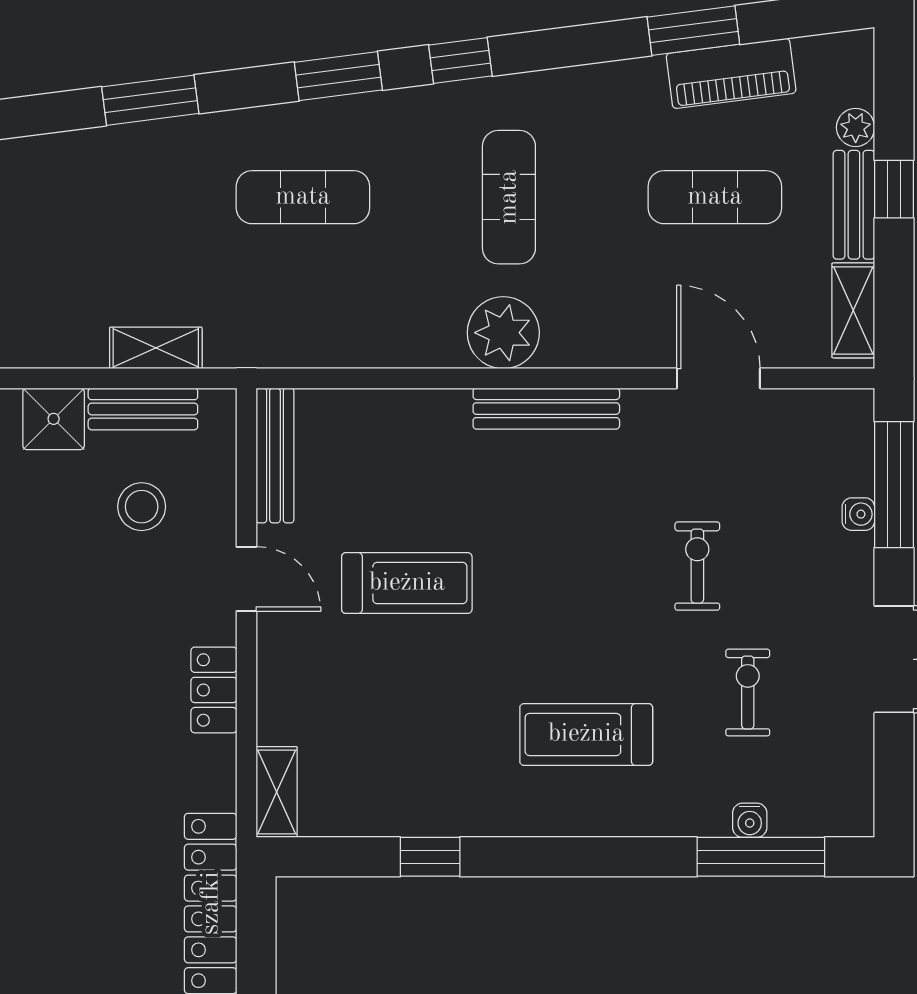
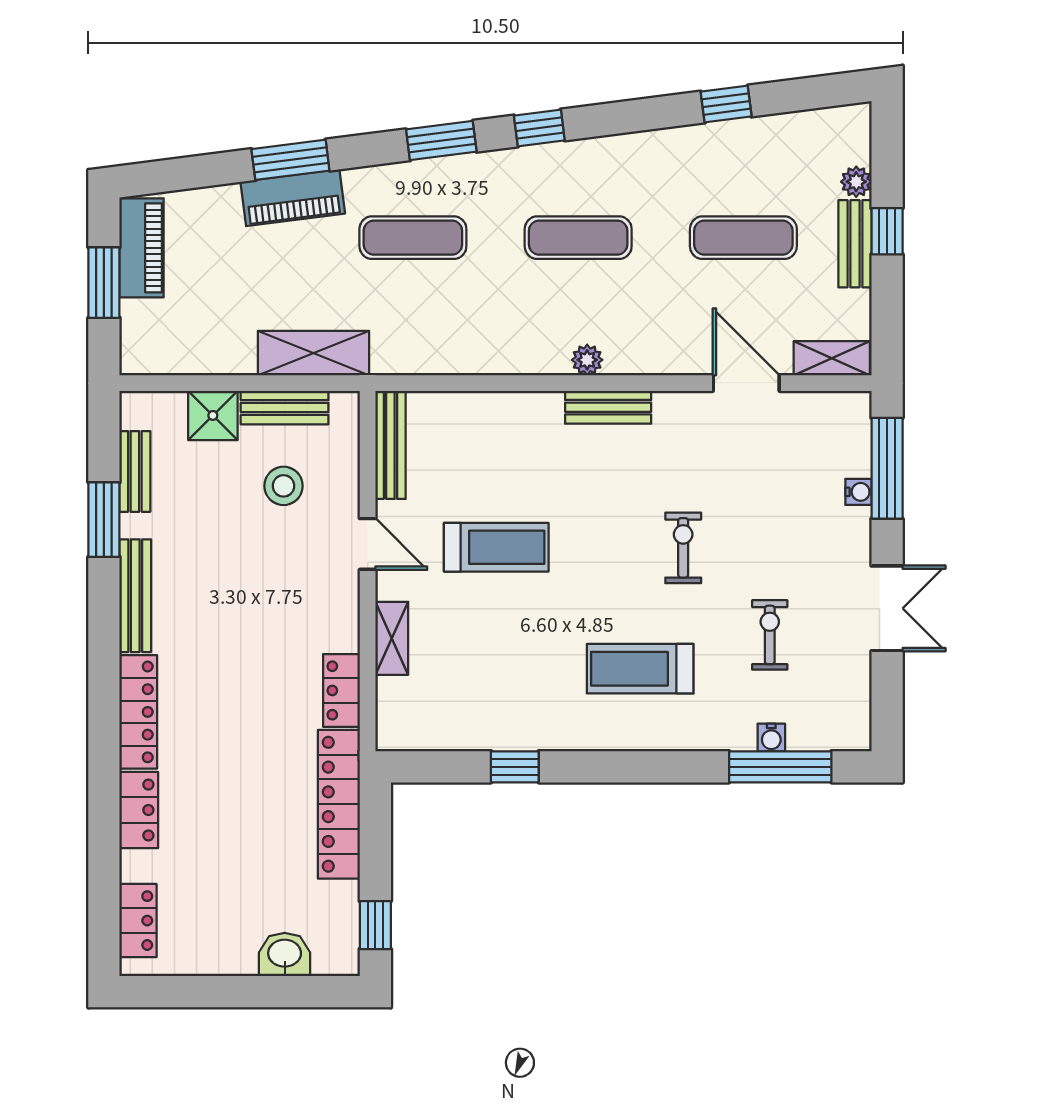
window: (693, 31) -> (726, 104), width x0.67
piano: (731, 73) -> (293, 198), moved
exercise mat: (509, 197) -> (578, 238), turned 90
shelving: (853, 310) -> (832, 358), moved, turned 90
plant: (503, 333) -> (587, 360), width x0.53, depth x0.53
shelving: (156, 348) -> (313, 353), width x1.50, depth x1.33
bench: (546, 409) -> (608, 407), width x0.73
exercise bike: (697, 566) -> (683, 548), moved
locker: (214, 690) -> (341, 690), moved
shelving: (277, 792) -> (392, 638), moved

